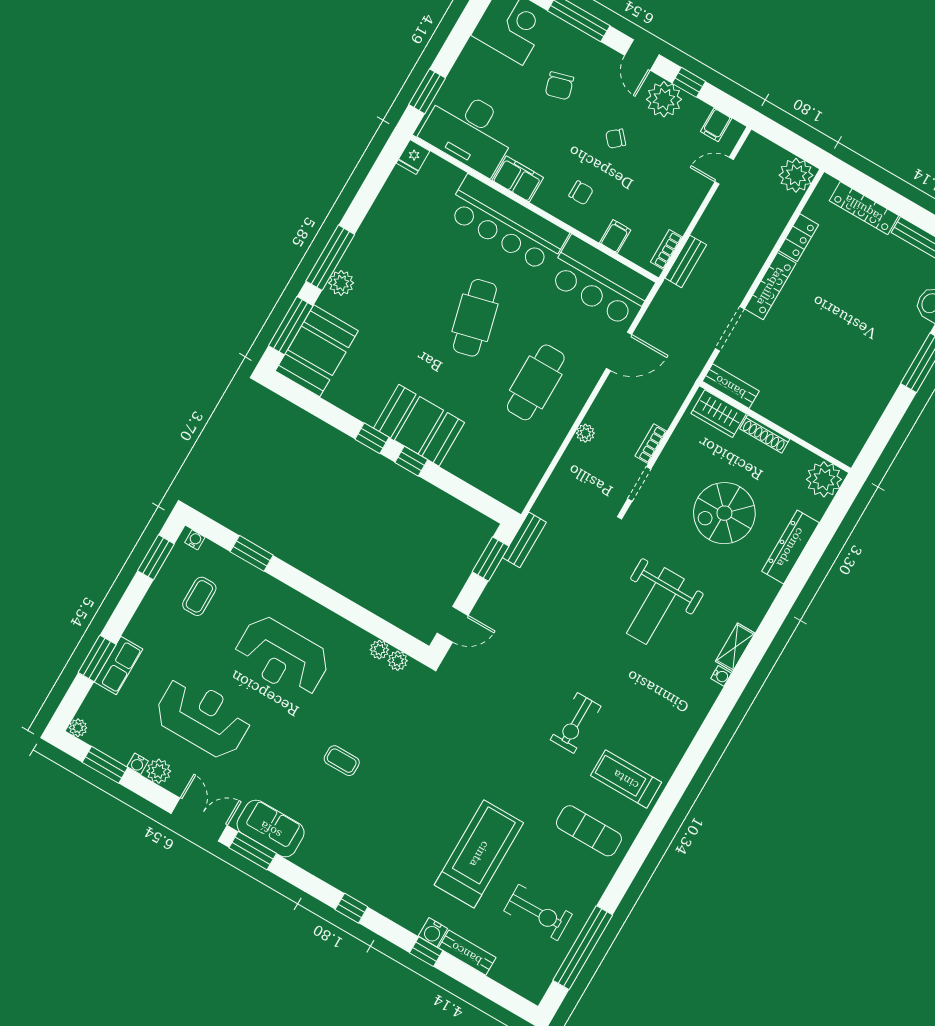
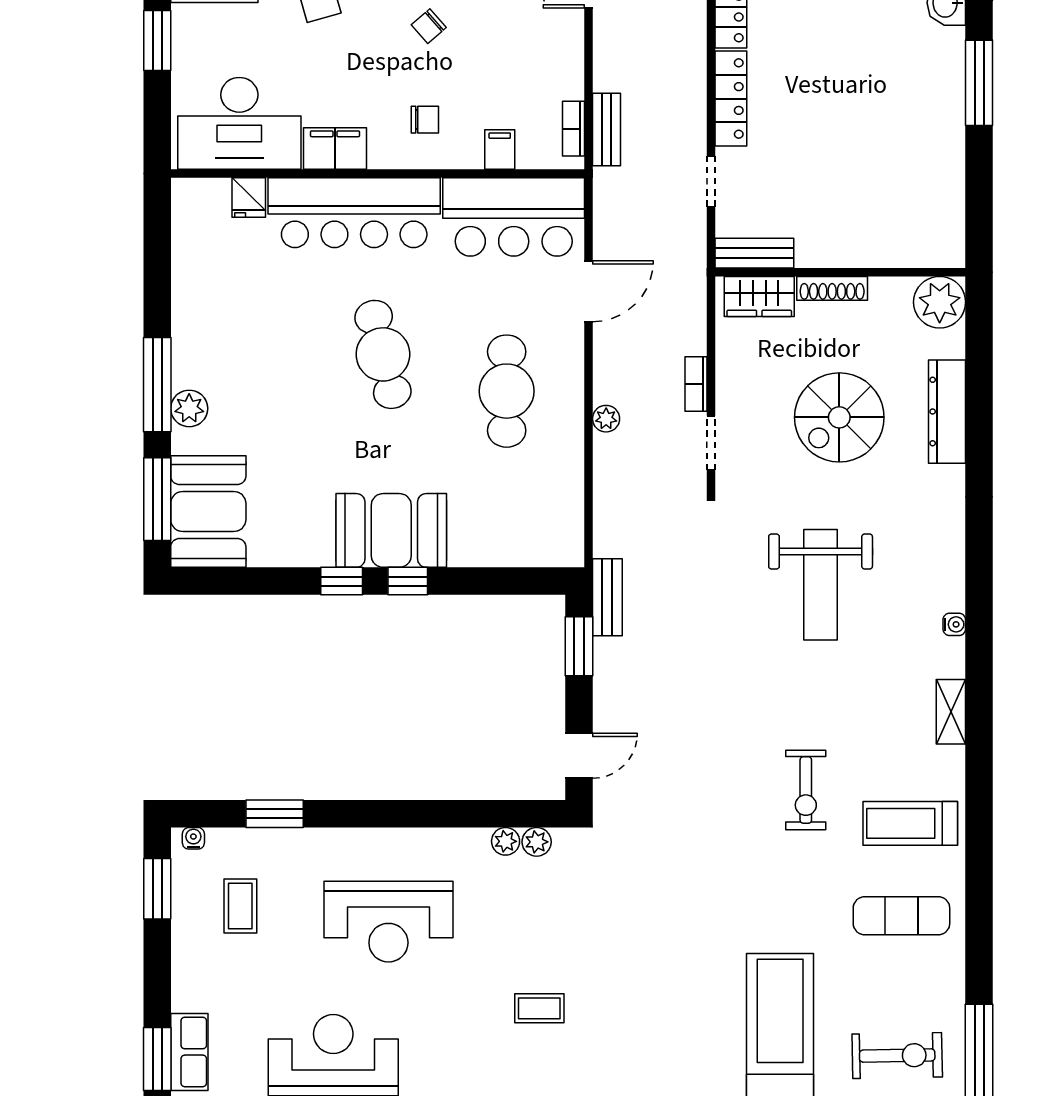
window: (427, 91) -> (157, 41), moved
fridge: (413, 157) -> (249, 198), moved
doorway: (730, 329) -> (711, 182), width x0.73
shelving: (735, 647) -> (951, 712), moved

